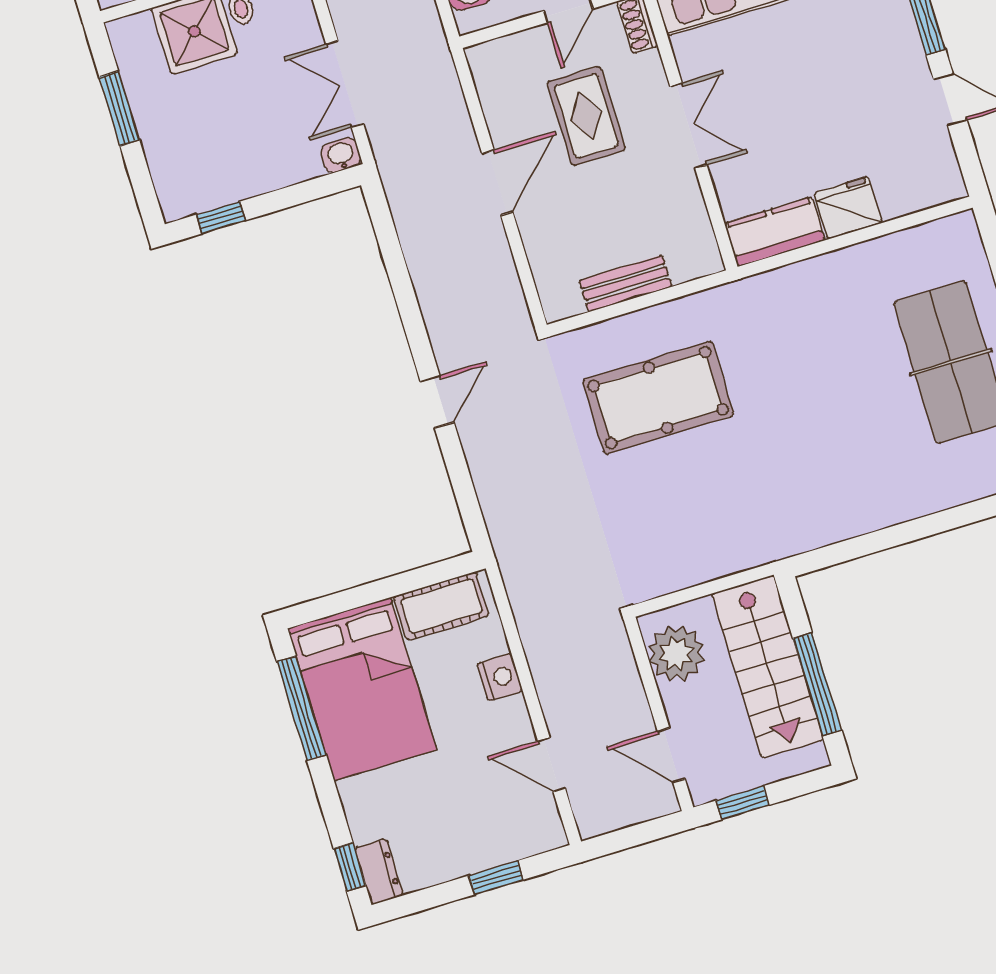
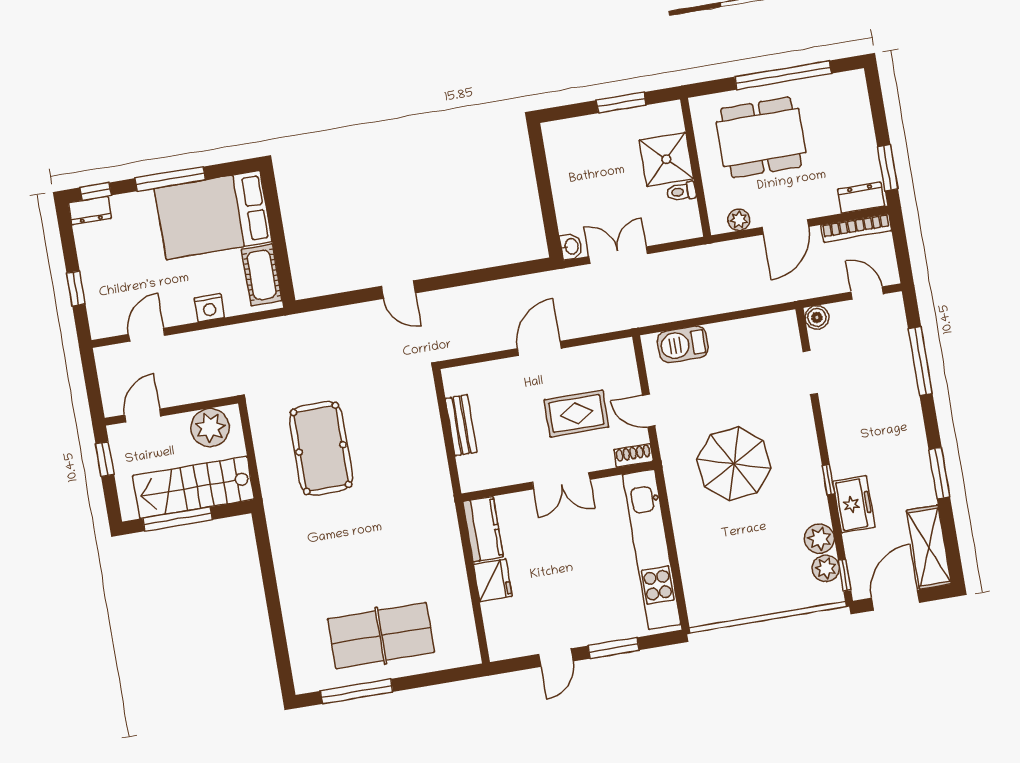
door: (497, 183) -> (539, 348), swing flipped
window: (221, 217) -> (540, 161), removed
pool table: (658, 398) -> (321, 448), moved
window: (301, 708) -> (170, 179), moved

